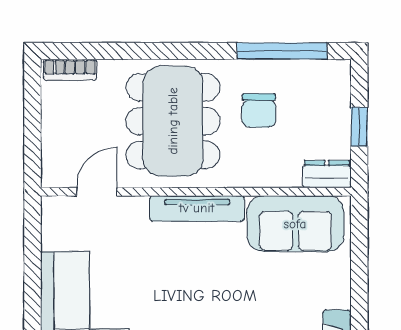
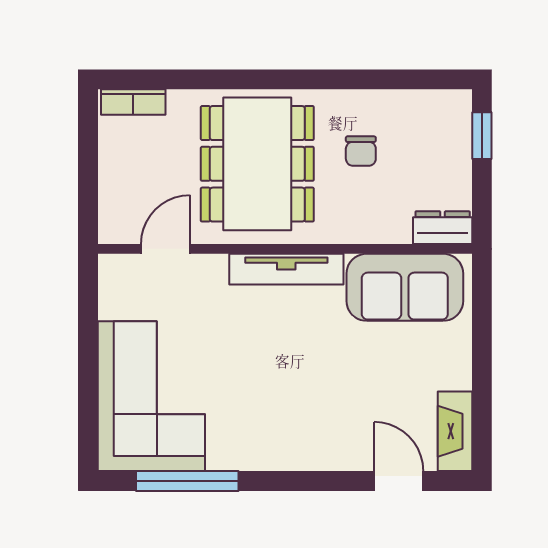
window: (282, 51) -> (388, 79), removed
chair: (259, 110) -> (361, 151), width x0.73, depth x0.73
window: (359, 127) -> (482, 136), moved

